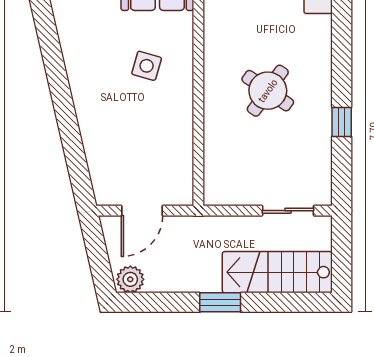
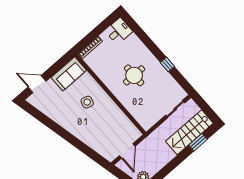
round table: (268, 91) -> (134, 75), turned -35
window: (220, 302) -> (198, 142), moved

